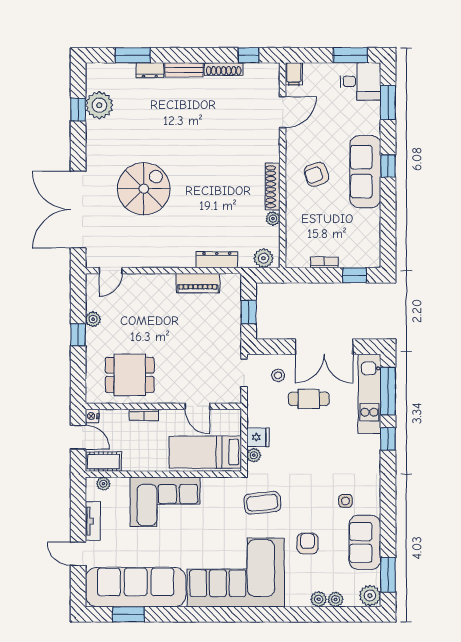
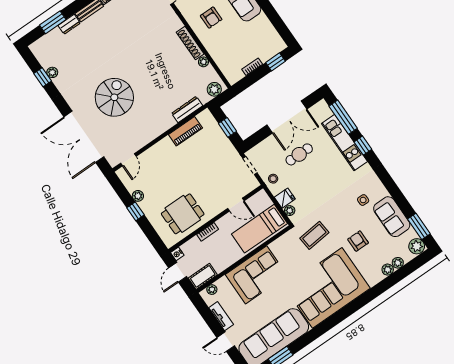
plant: (99, 105) -> (52, 72), width x0.53, depth x0.53
armchair: (316, 174) -> (211, 18), turned -71
stool: (278, 375) -> (273, 179), moved
kitchen unit: (369, 394) -> (344, 143), moved
door: (78, 437) -> (178, 272), swing flipped

